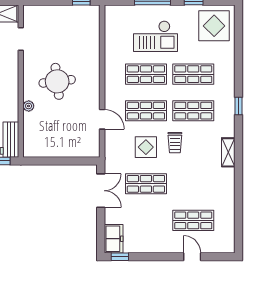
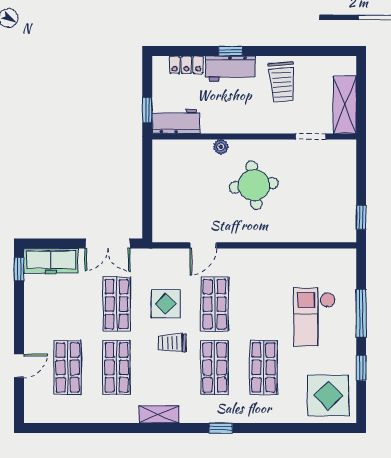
shop shelf: (146, 74) -> (117, 367), moved
freezer: (114, 239) -> (51, 261), width x1.40

